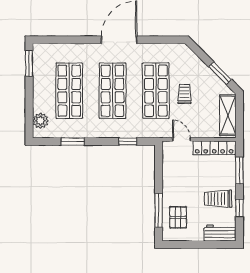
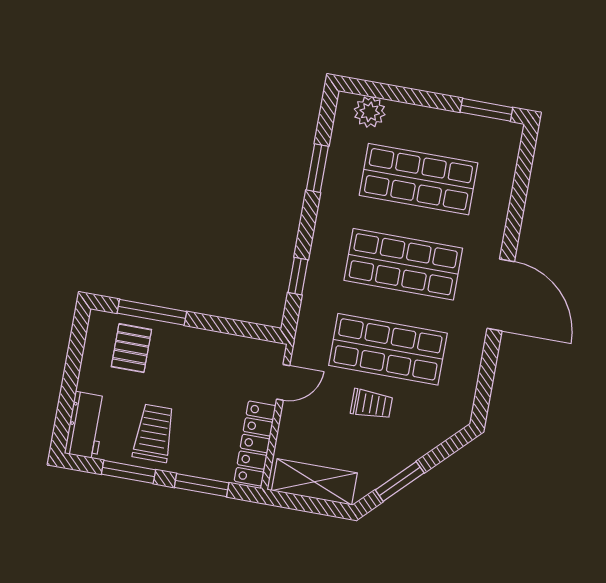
window: (239, 208) -> (128, 472), width x1.50
pallet: (178, 217) -> (131, 348), turned 90

